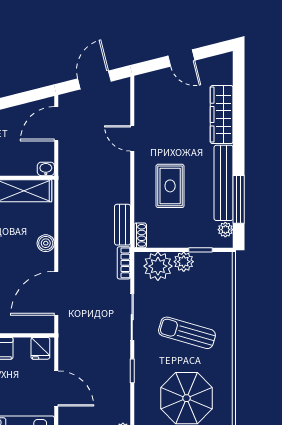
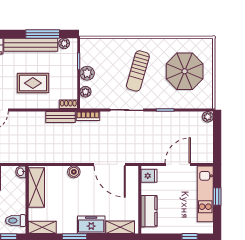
plant: (158, 266) -> (85, 92), width x0.53, depth x0.53

